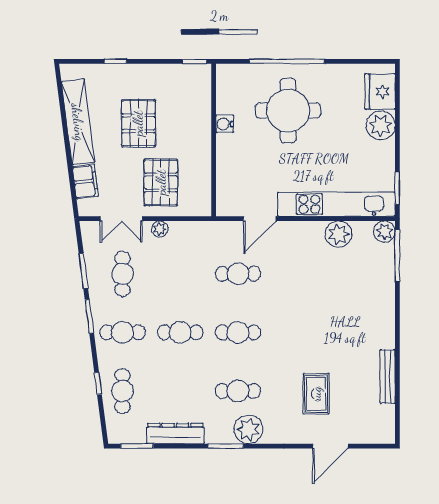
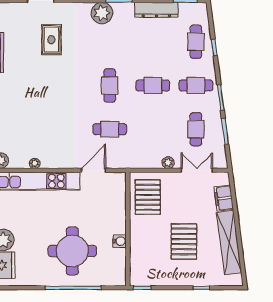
pallet: (161, 182) -> (148, 197), moved
plant: (338, 234) -> (35, 163), width x0.53, depth x0.53
cafe table: (238, 332) -> (110, 85), turned 90
cafe table: (238, 391) -> (110, 42), removed

